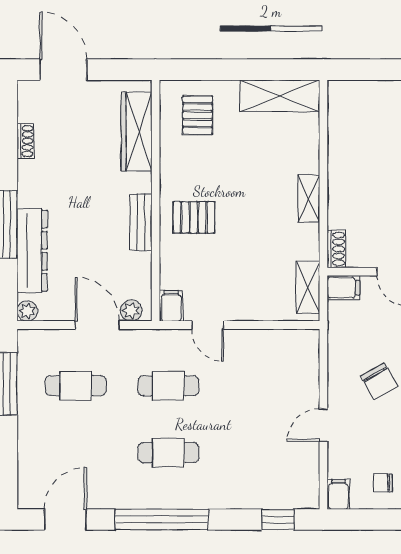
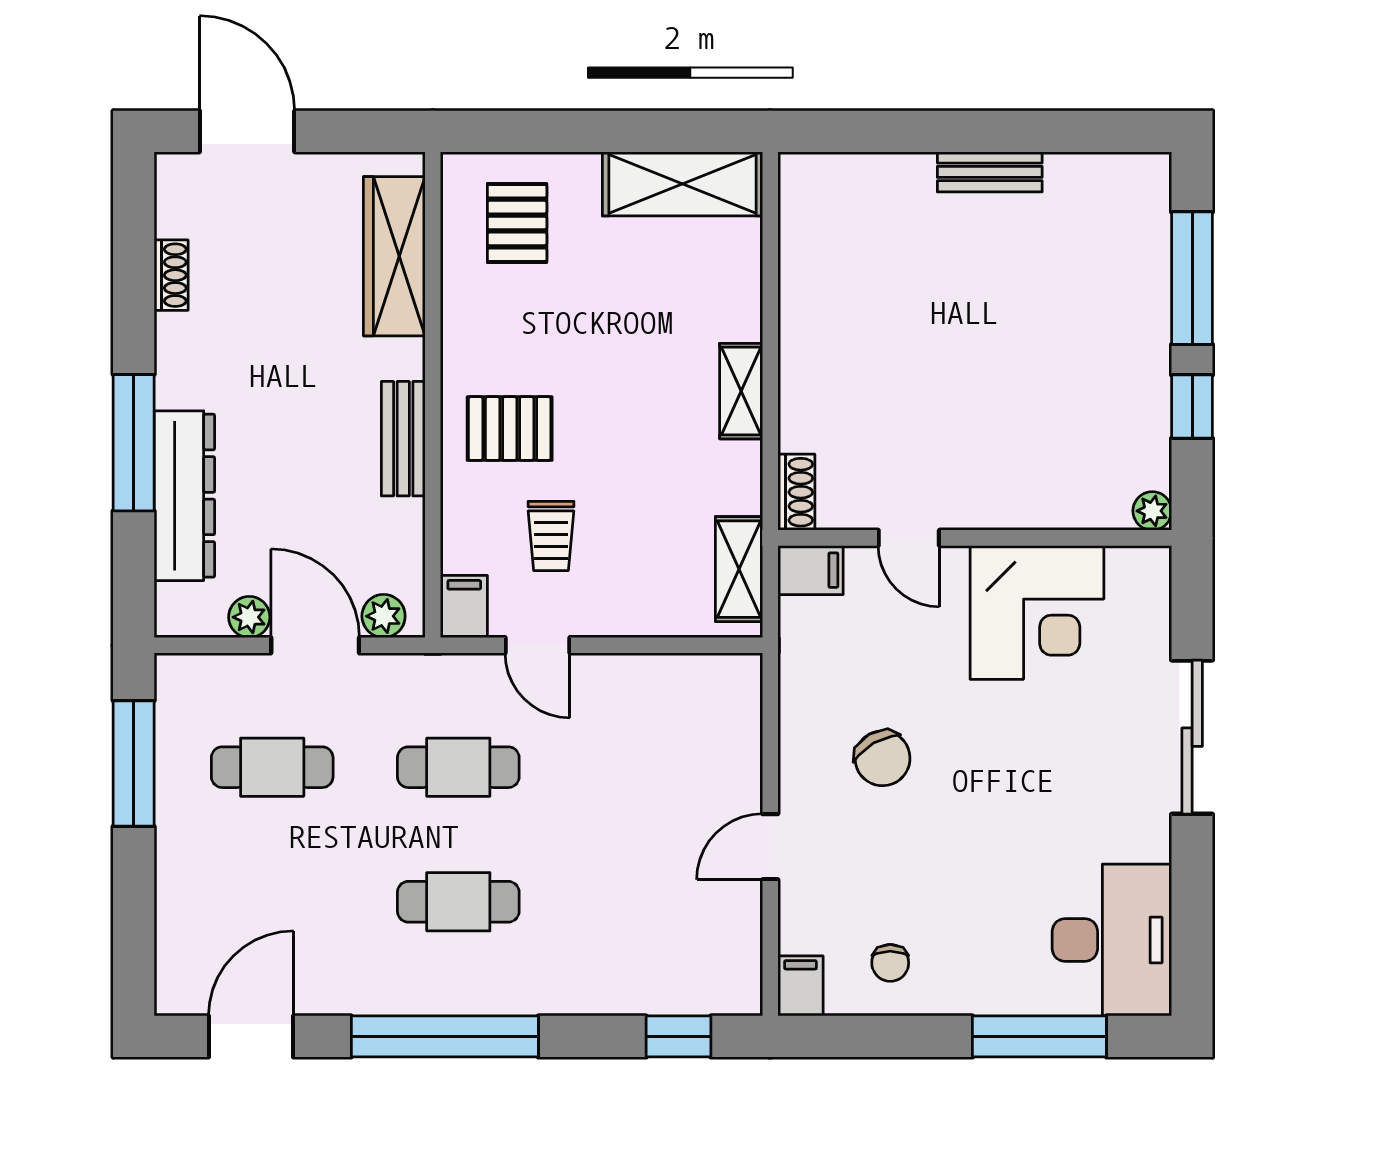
trolley: (214, 271) -> (551, 536), added
plant: (27, 311) -> (249, 617), moved
chair: (383, 483) -> (890, 963), turned -90

